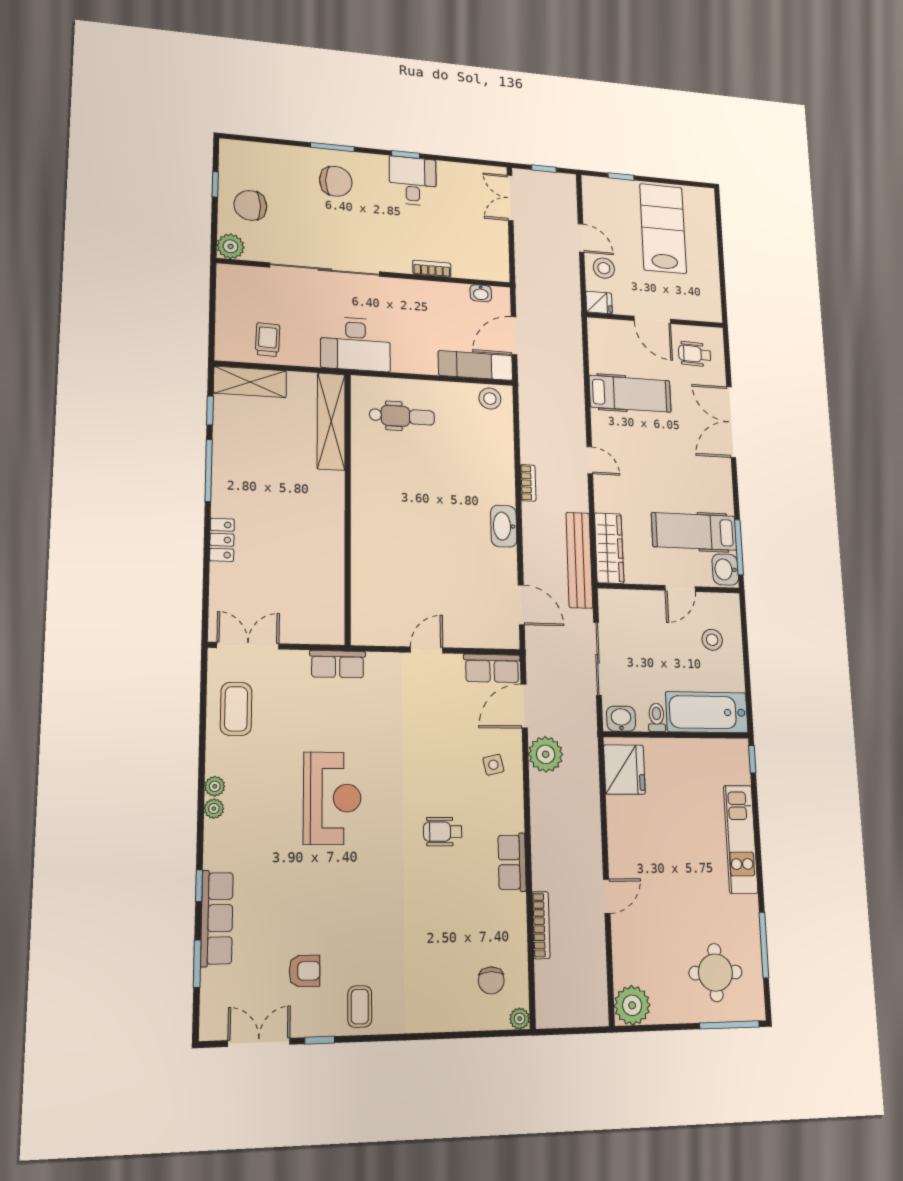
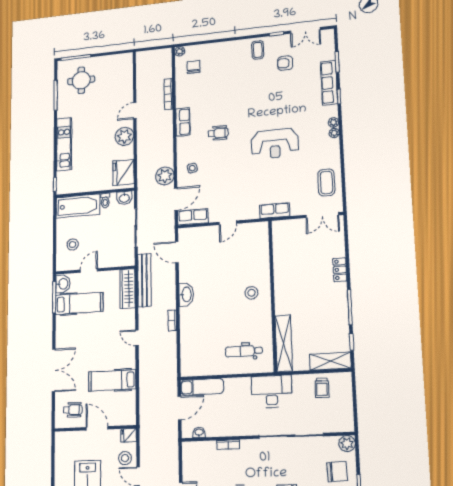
stool: (490, 399) -> (251, 293), moved
plant: (215, 786) -> (333, 122), moved
reception desk: (332, 798) -> (275, 144), turned -90
plant: (632, 1005) -> (124, 136), moved

